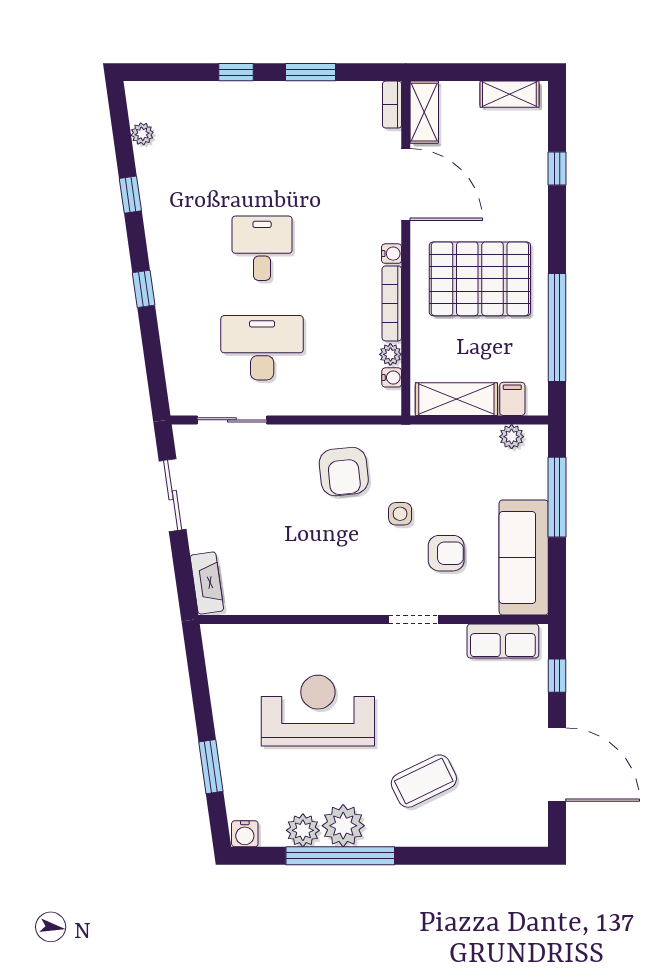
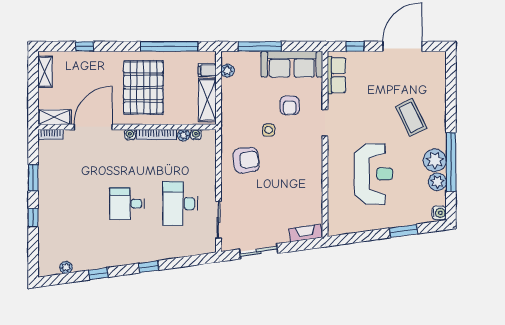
armchair: (446, 553) -> (290, 105), turned 180
reception desk: (318, 711) -> (374, 174), turned 180

